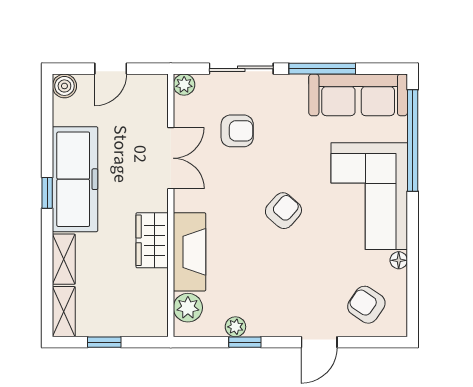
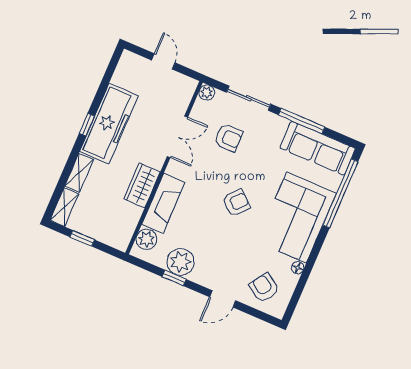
door: (111, 69) -> (163, 61), swing flipped
boiler: (64, 86) -> (128, 60), removed
plant: (235, 327) -> (180, 262), width x1.87, depth x1.87

